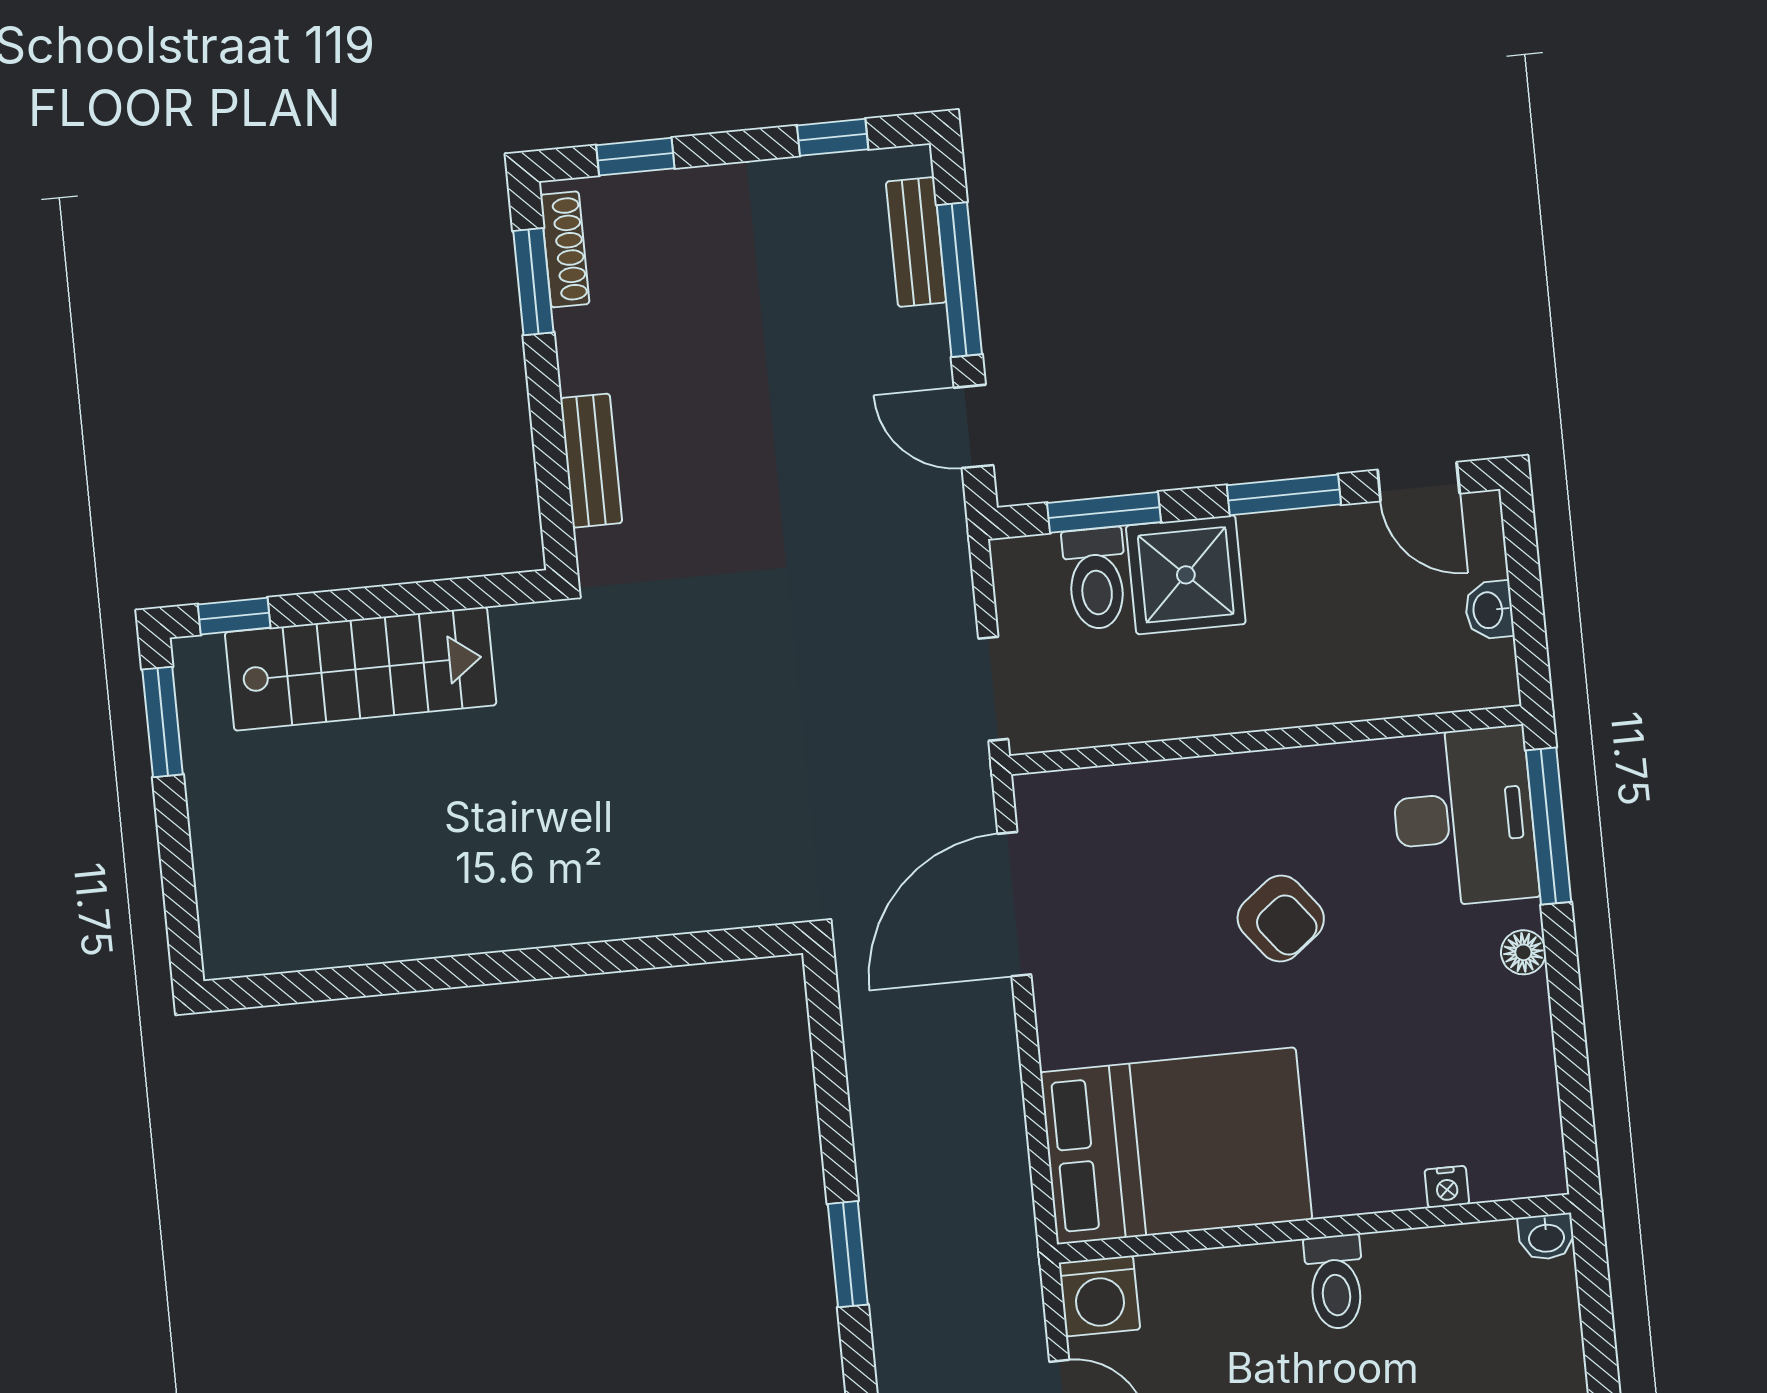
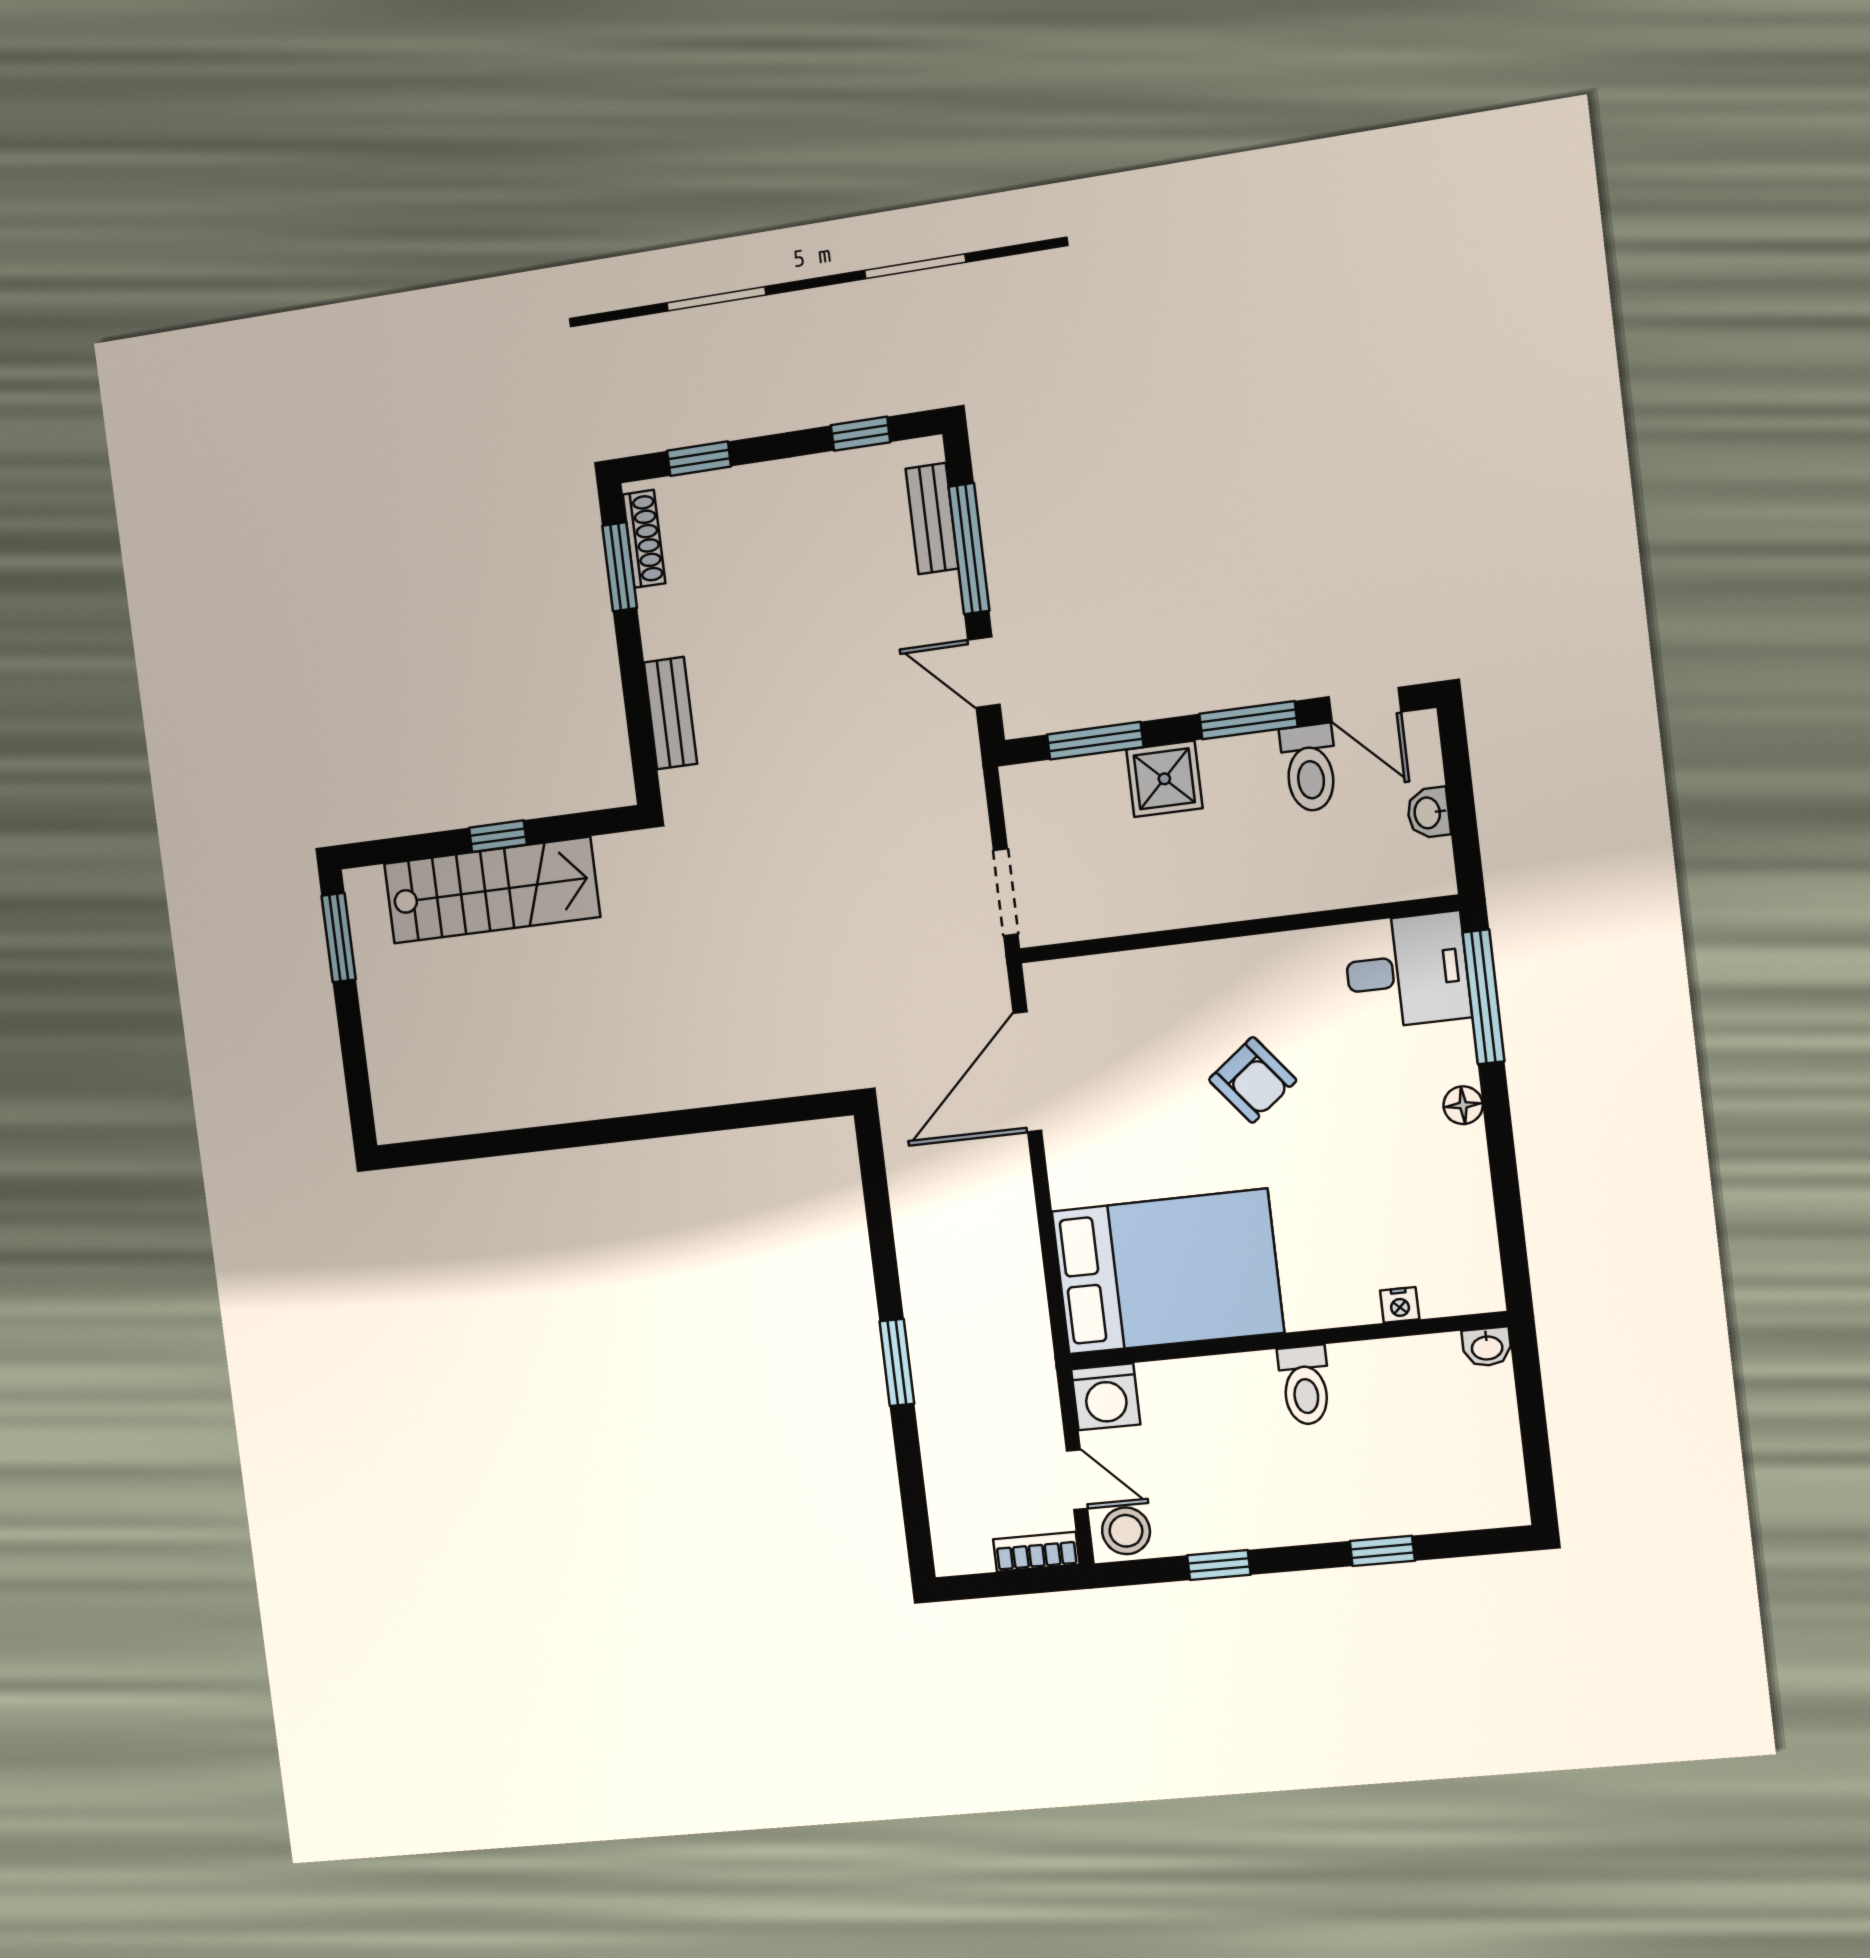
shower: (1186, 575) -> (1164, 779), width x0.73, depth x0.73
toilet: (1096, 579) -> (1310, 768), moved
window: (234, 616) -> (498, 836), moved
desk: (1464, 817) -> (1407, 971), width x0.73

